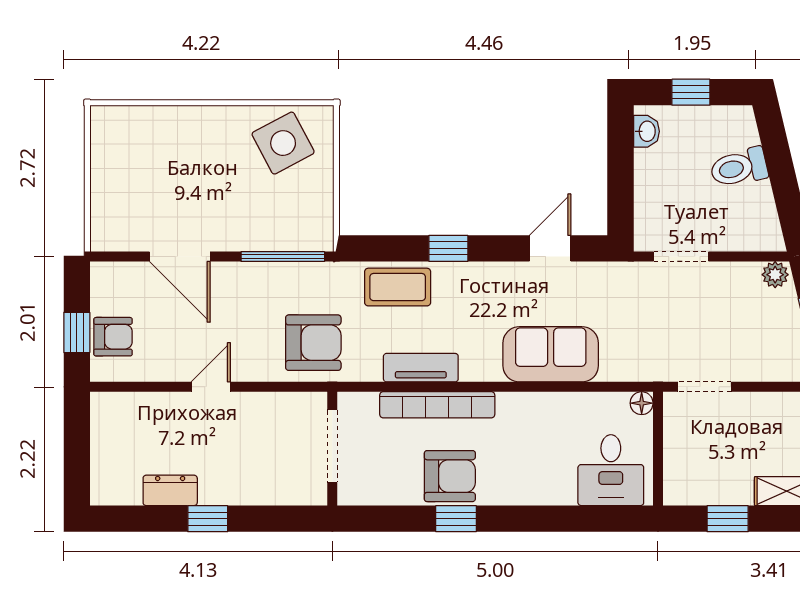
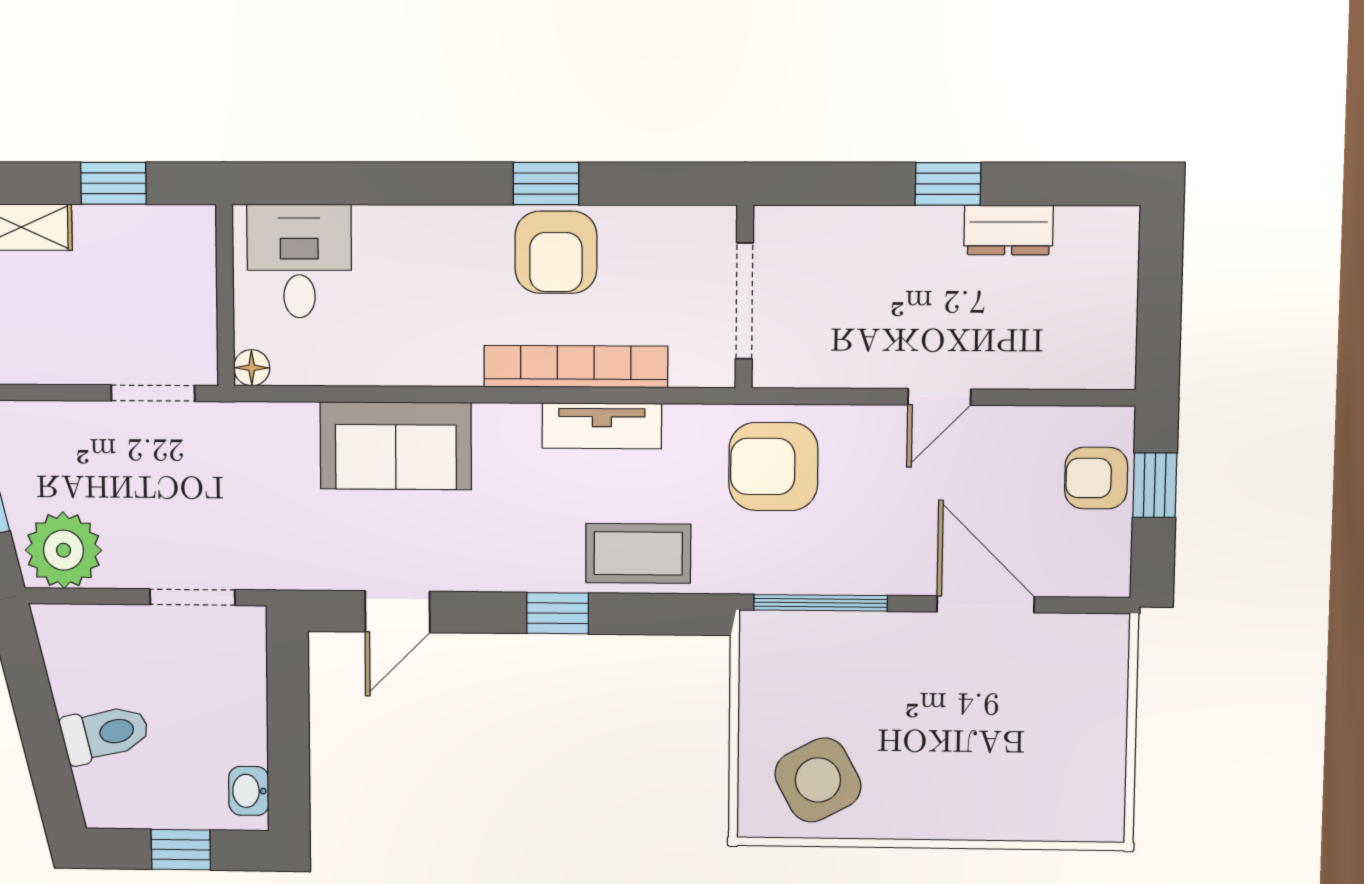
plant: (775, 275) -> (63, 550), width x1.88, depth x1.88
armchair: (450, 476) -> (556, 252), turned -90

